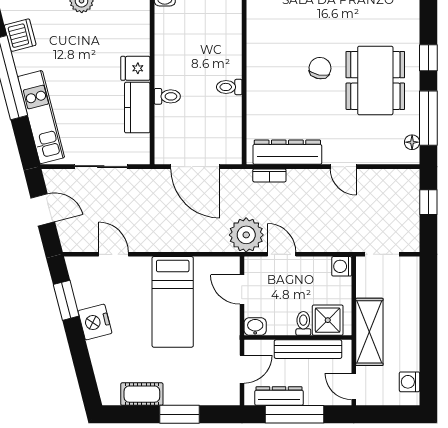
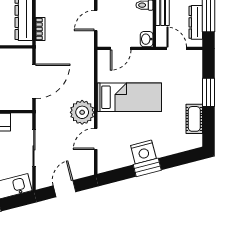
plant: (246, 235) -> (82, 112), moved
window: (66, 300) -> (147, 167), moved

